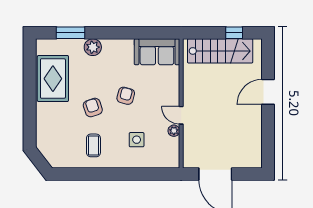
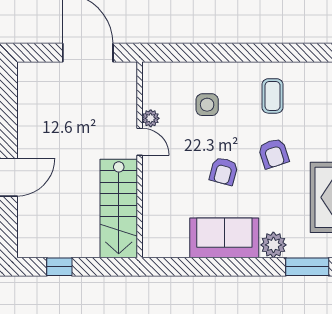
stairs: (220, 51) -> (119, 208), moved, turned -90
sofa: (157, 52) -> (224, 238), moved

